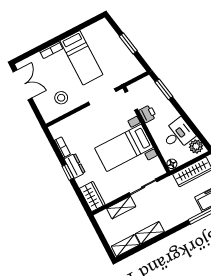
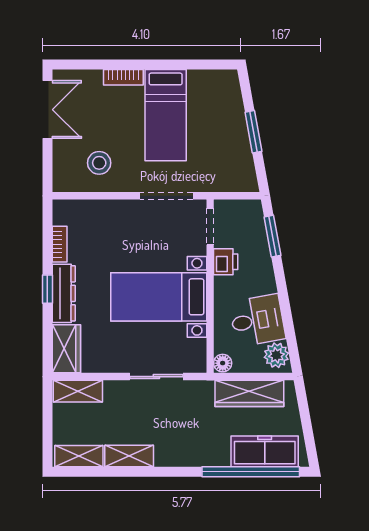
dresser: (75, 166) -> (64, 293), width x1.44
shelving: (121, 208) -> (78, 391), moved

